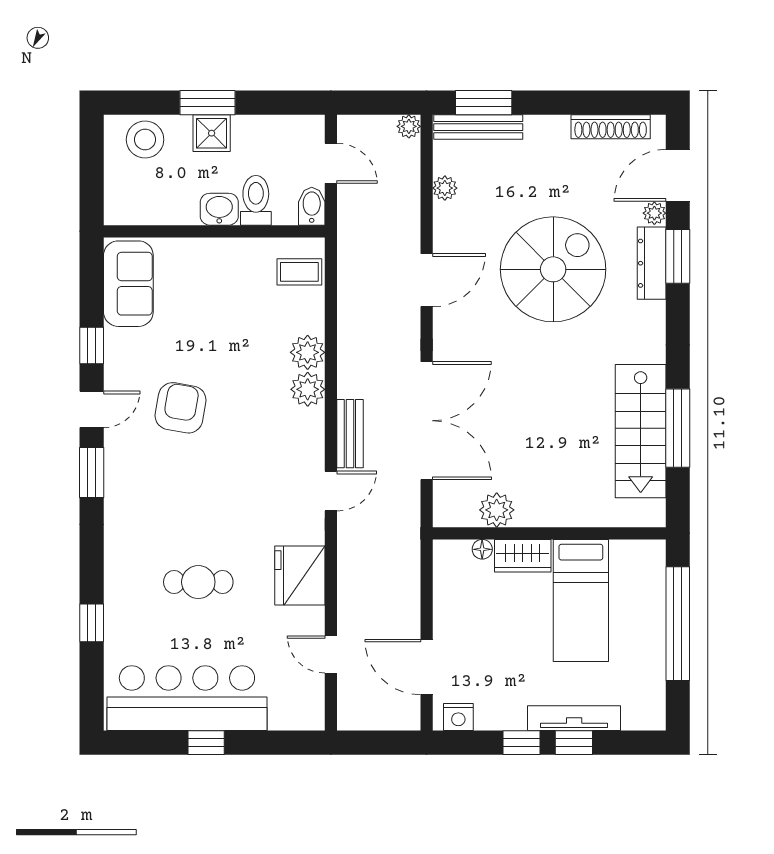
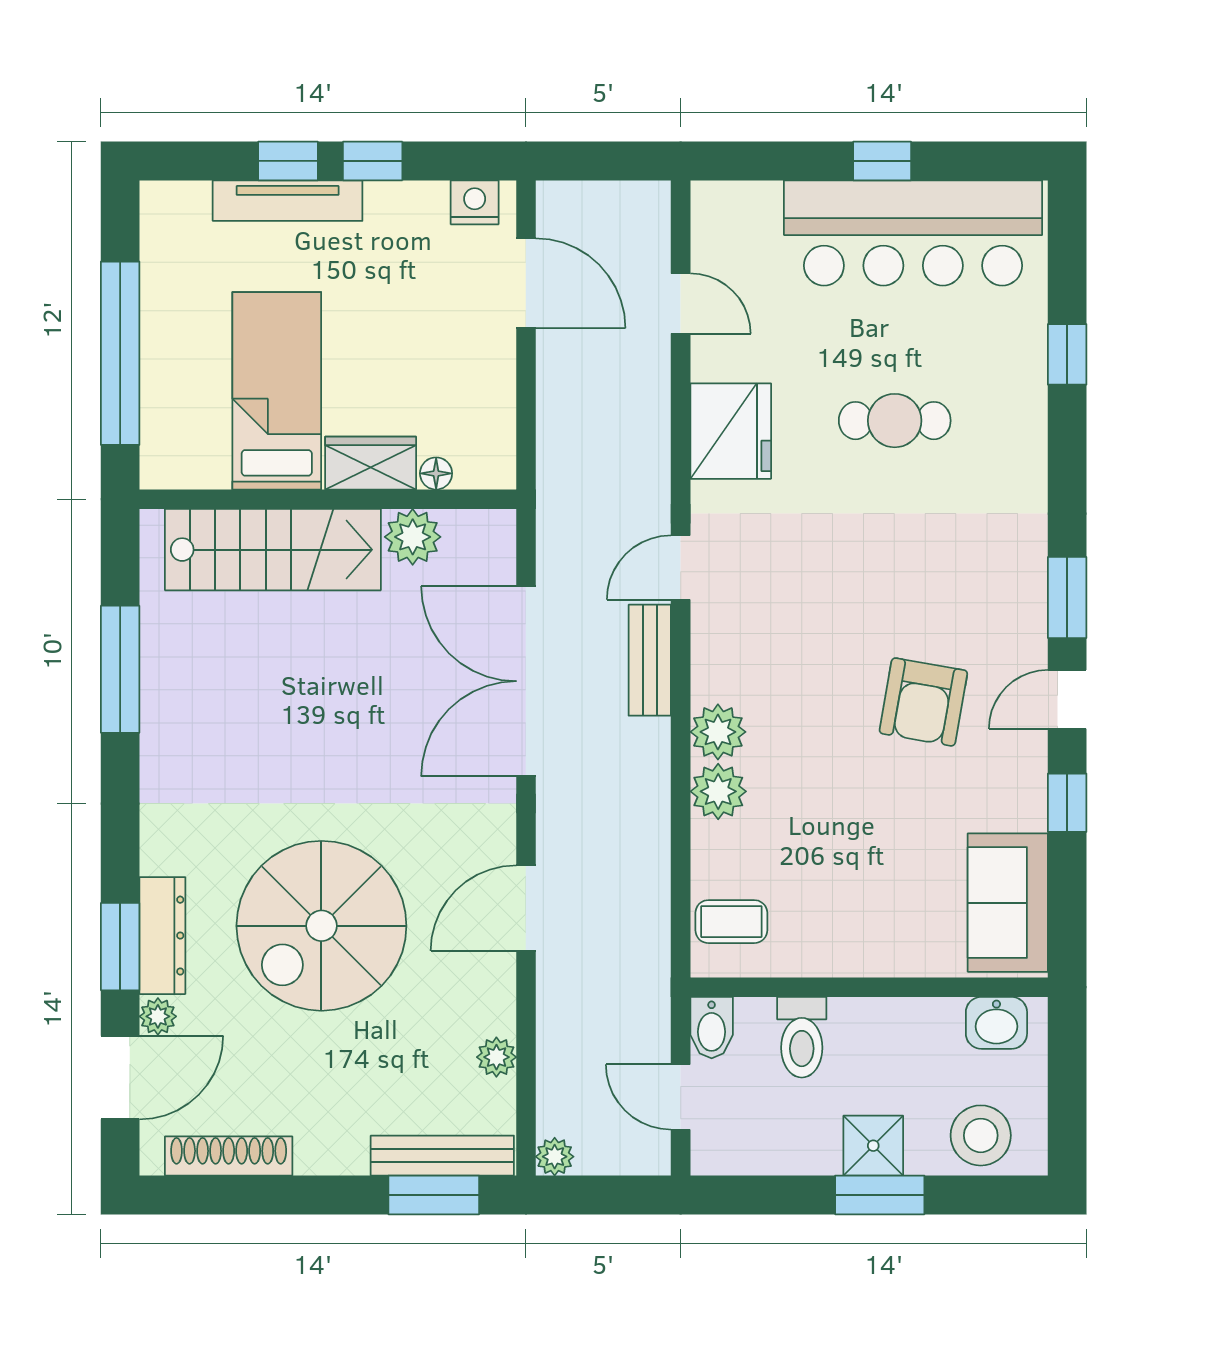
washbasin: (219, 209) -> (996, 1023), moved
stairs: (641, 431) -> (273, 550), moved, turned 90

